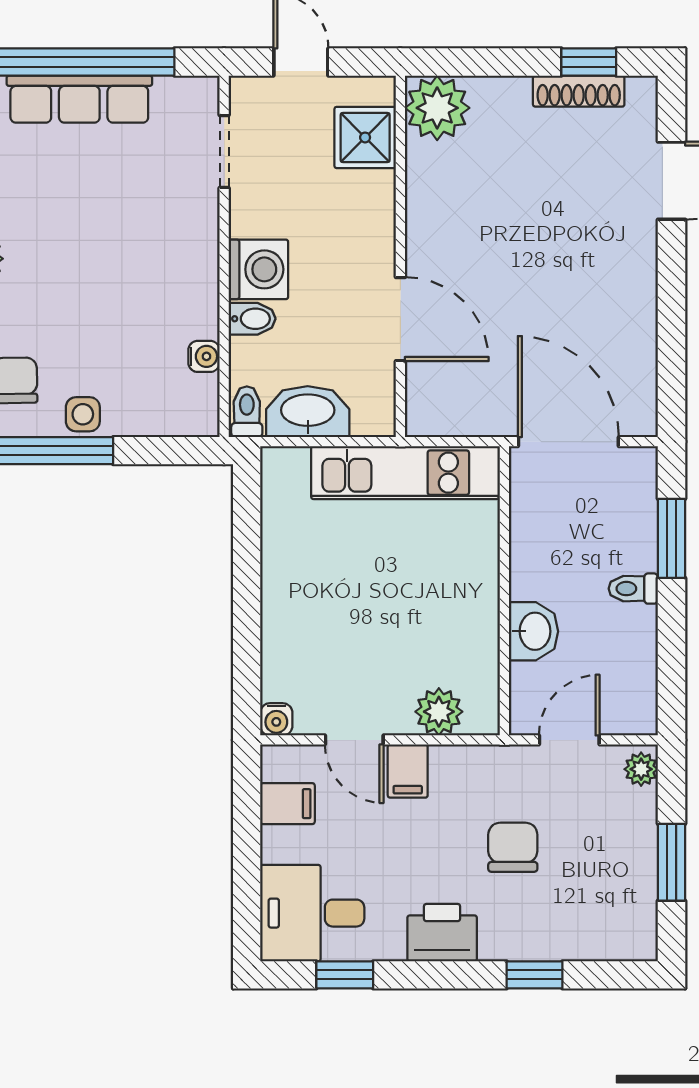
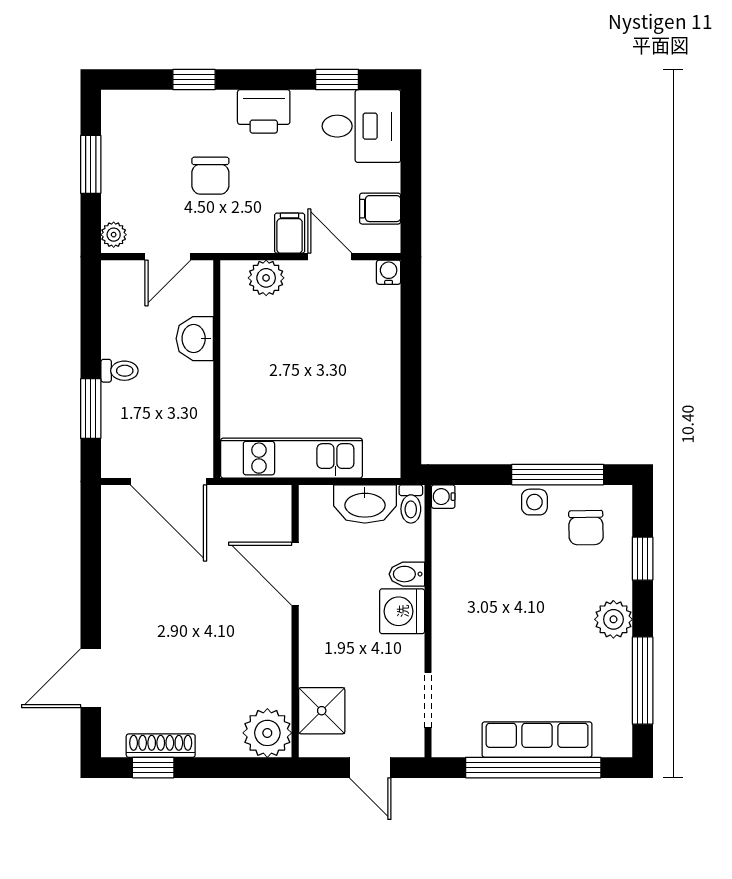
water cooler: (204, 356) -> (443, 497), moved

